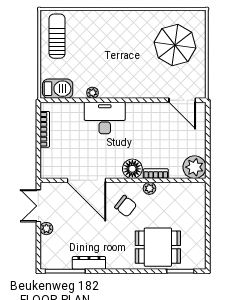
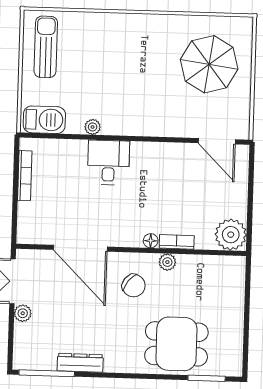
desk: (105, 118) -> (108, 162), width x0.73
floor lamp: (132, 169) -> (151, 241), width x0.53, depth x0.53

